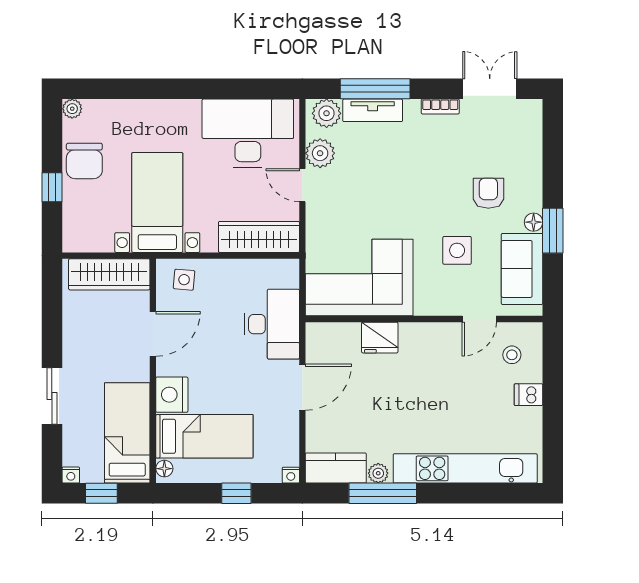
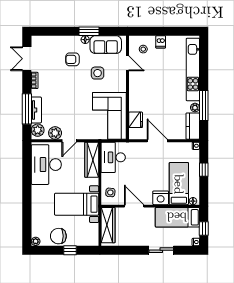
chair: (84, 161) -> (58, 236), turned 180
desk: (272, 324) -> (113, 157), moved, turned -90
fridge: (380, 338) -> (136, 120), moved

